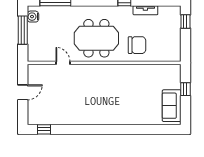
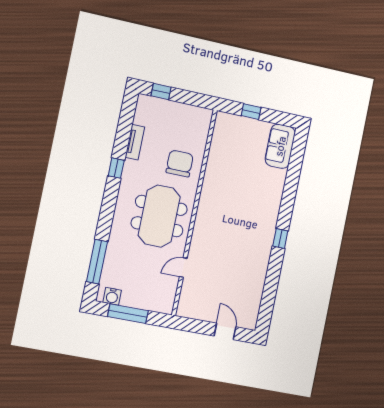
door: (23, 92) -> (225, 331), moved
sofa: (172, 106) -> (280, 146), moved, turned 90
window: (44, 129) -> (280, 238), moved

